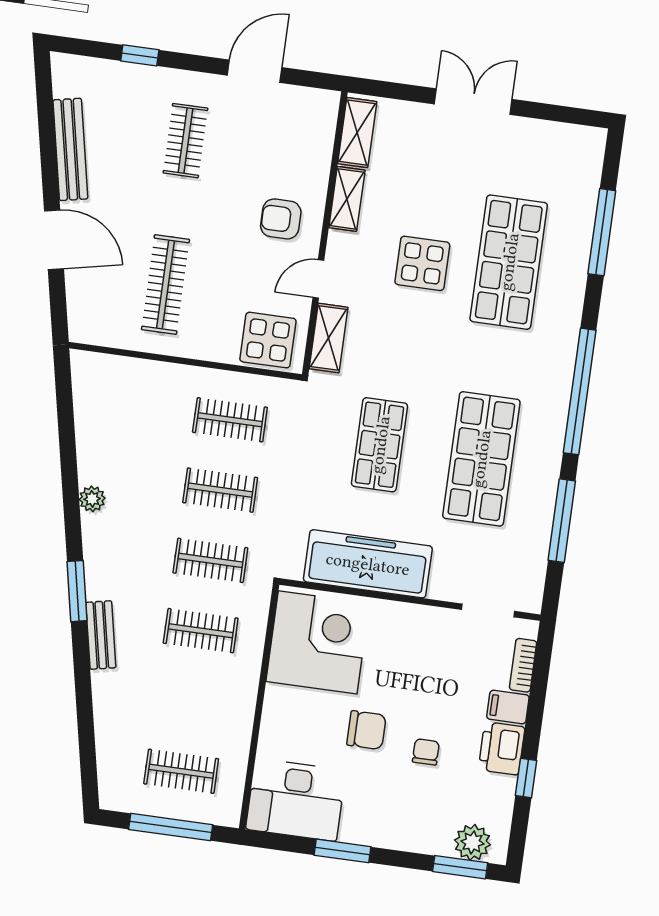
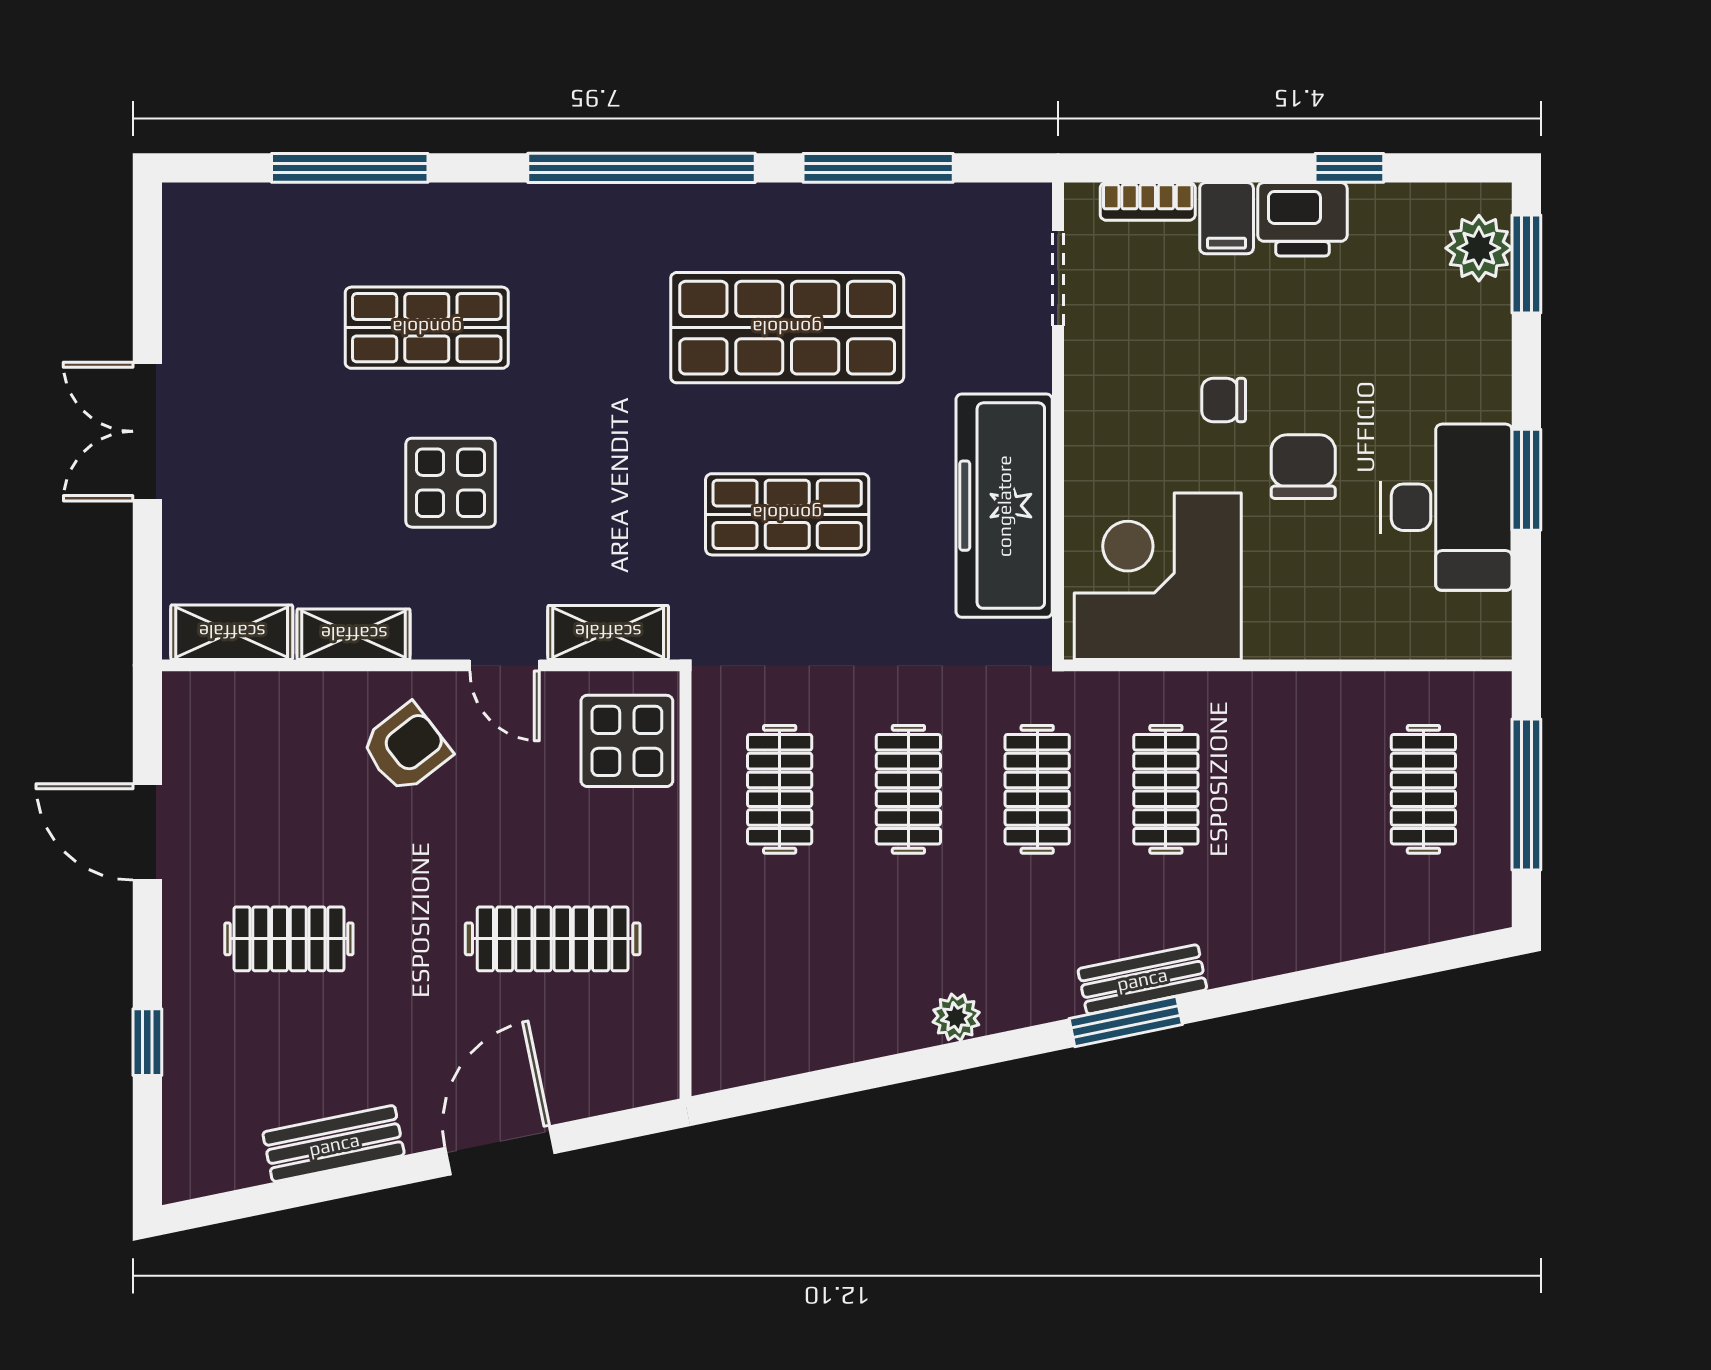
bench: (70, 149) -> (334, 1144), width x0.73
armchair: (281, 219) -> (406, 748), turned -128
shop shelf: (509, 262) -> (427, 328), width x0.70, depth x0.74
bench: (101, 635) -> (1142, 979), moved
chair: (426, 752) -> (1224, 400), moved
desk: (296, 800) -> (1446, 507), moved

